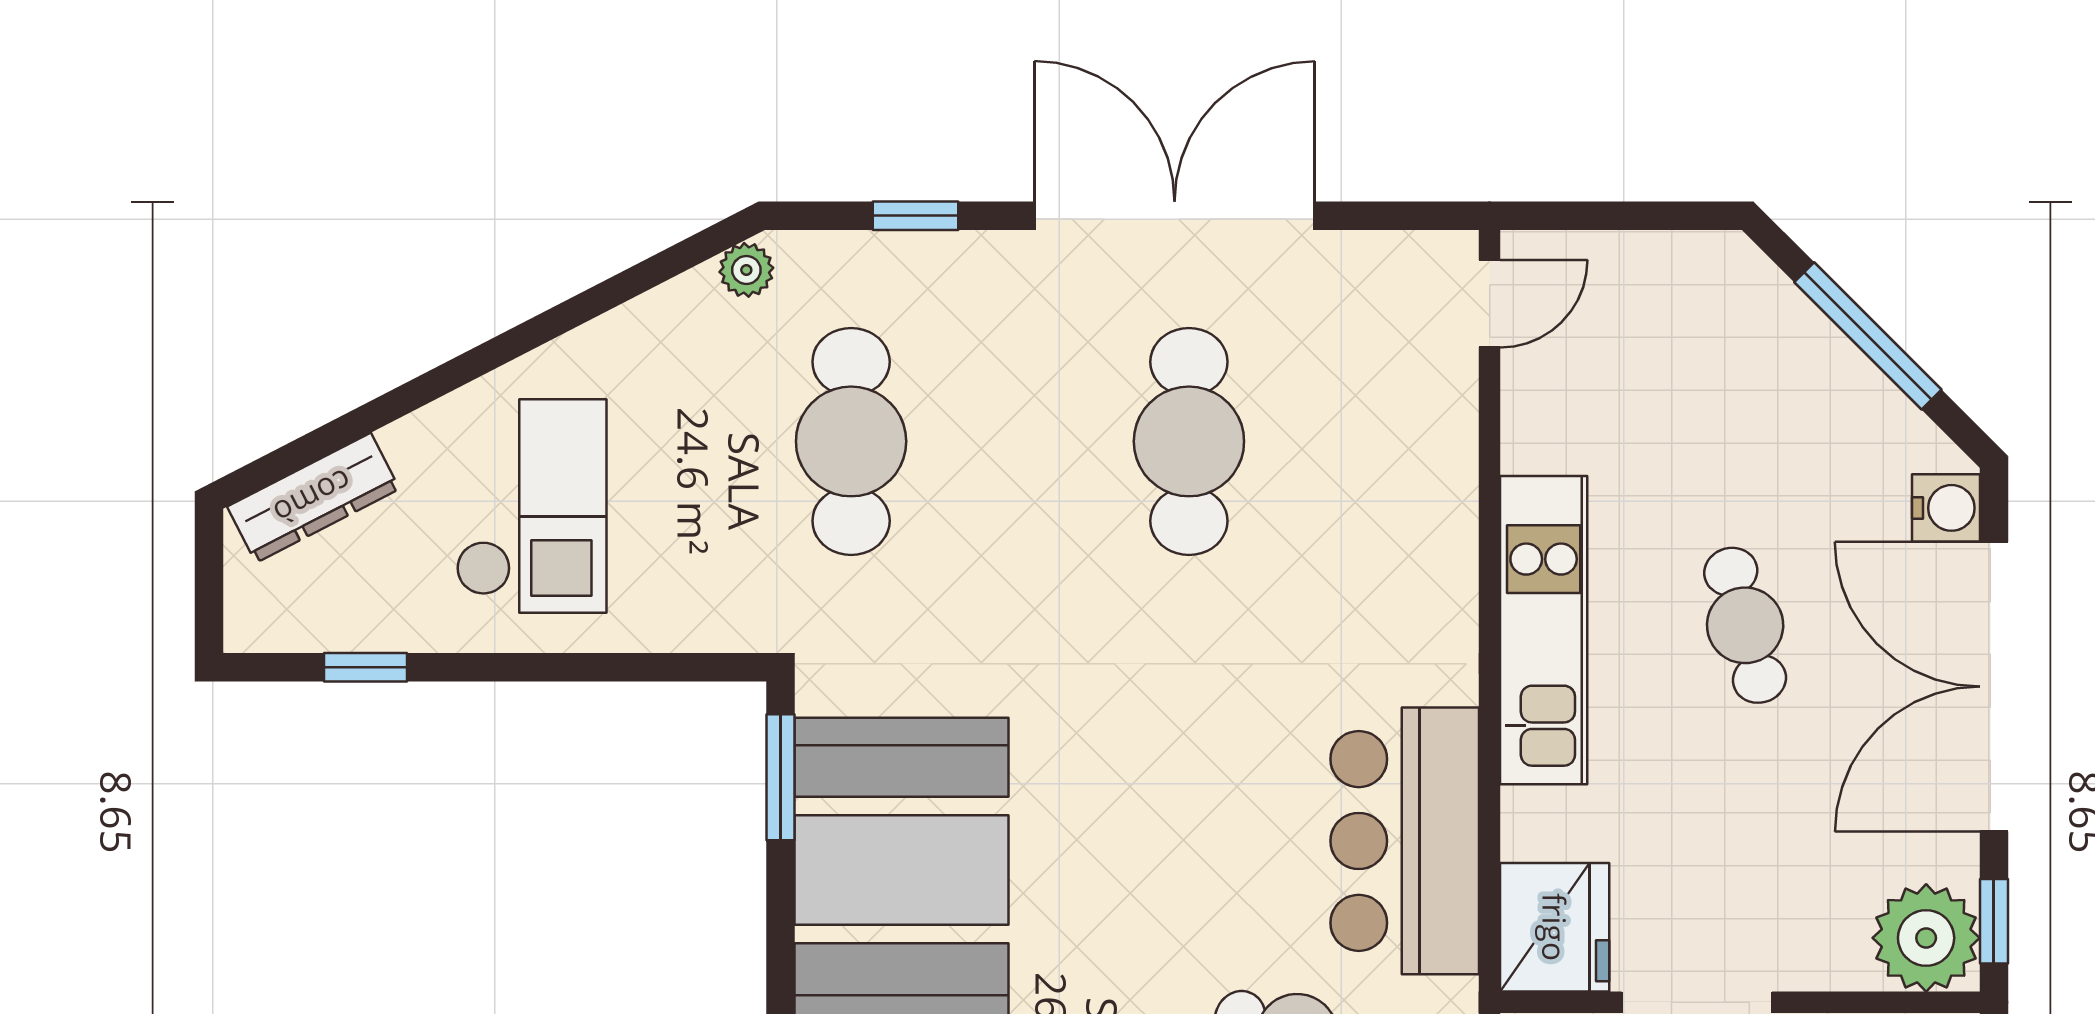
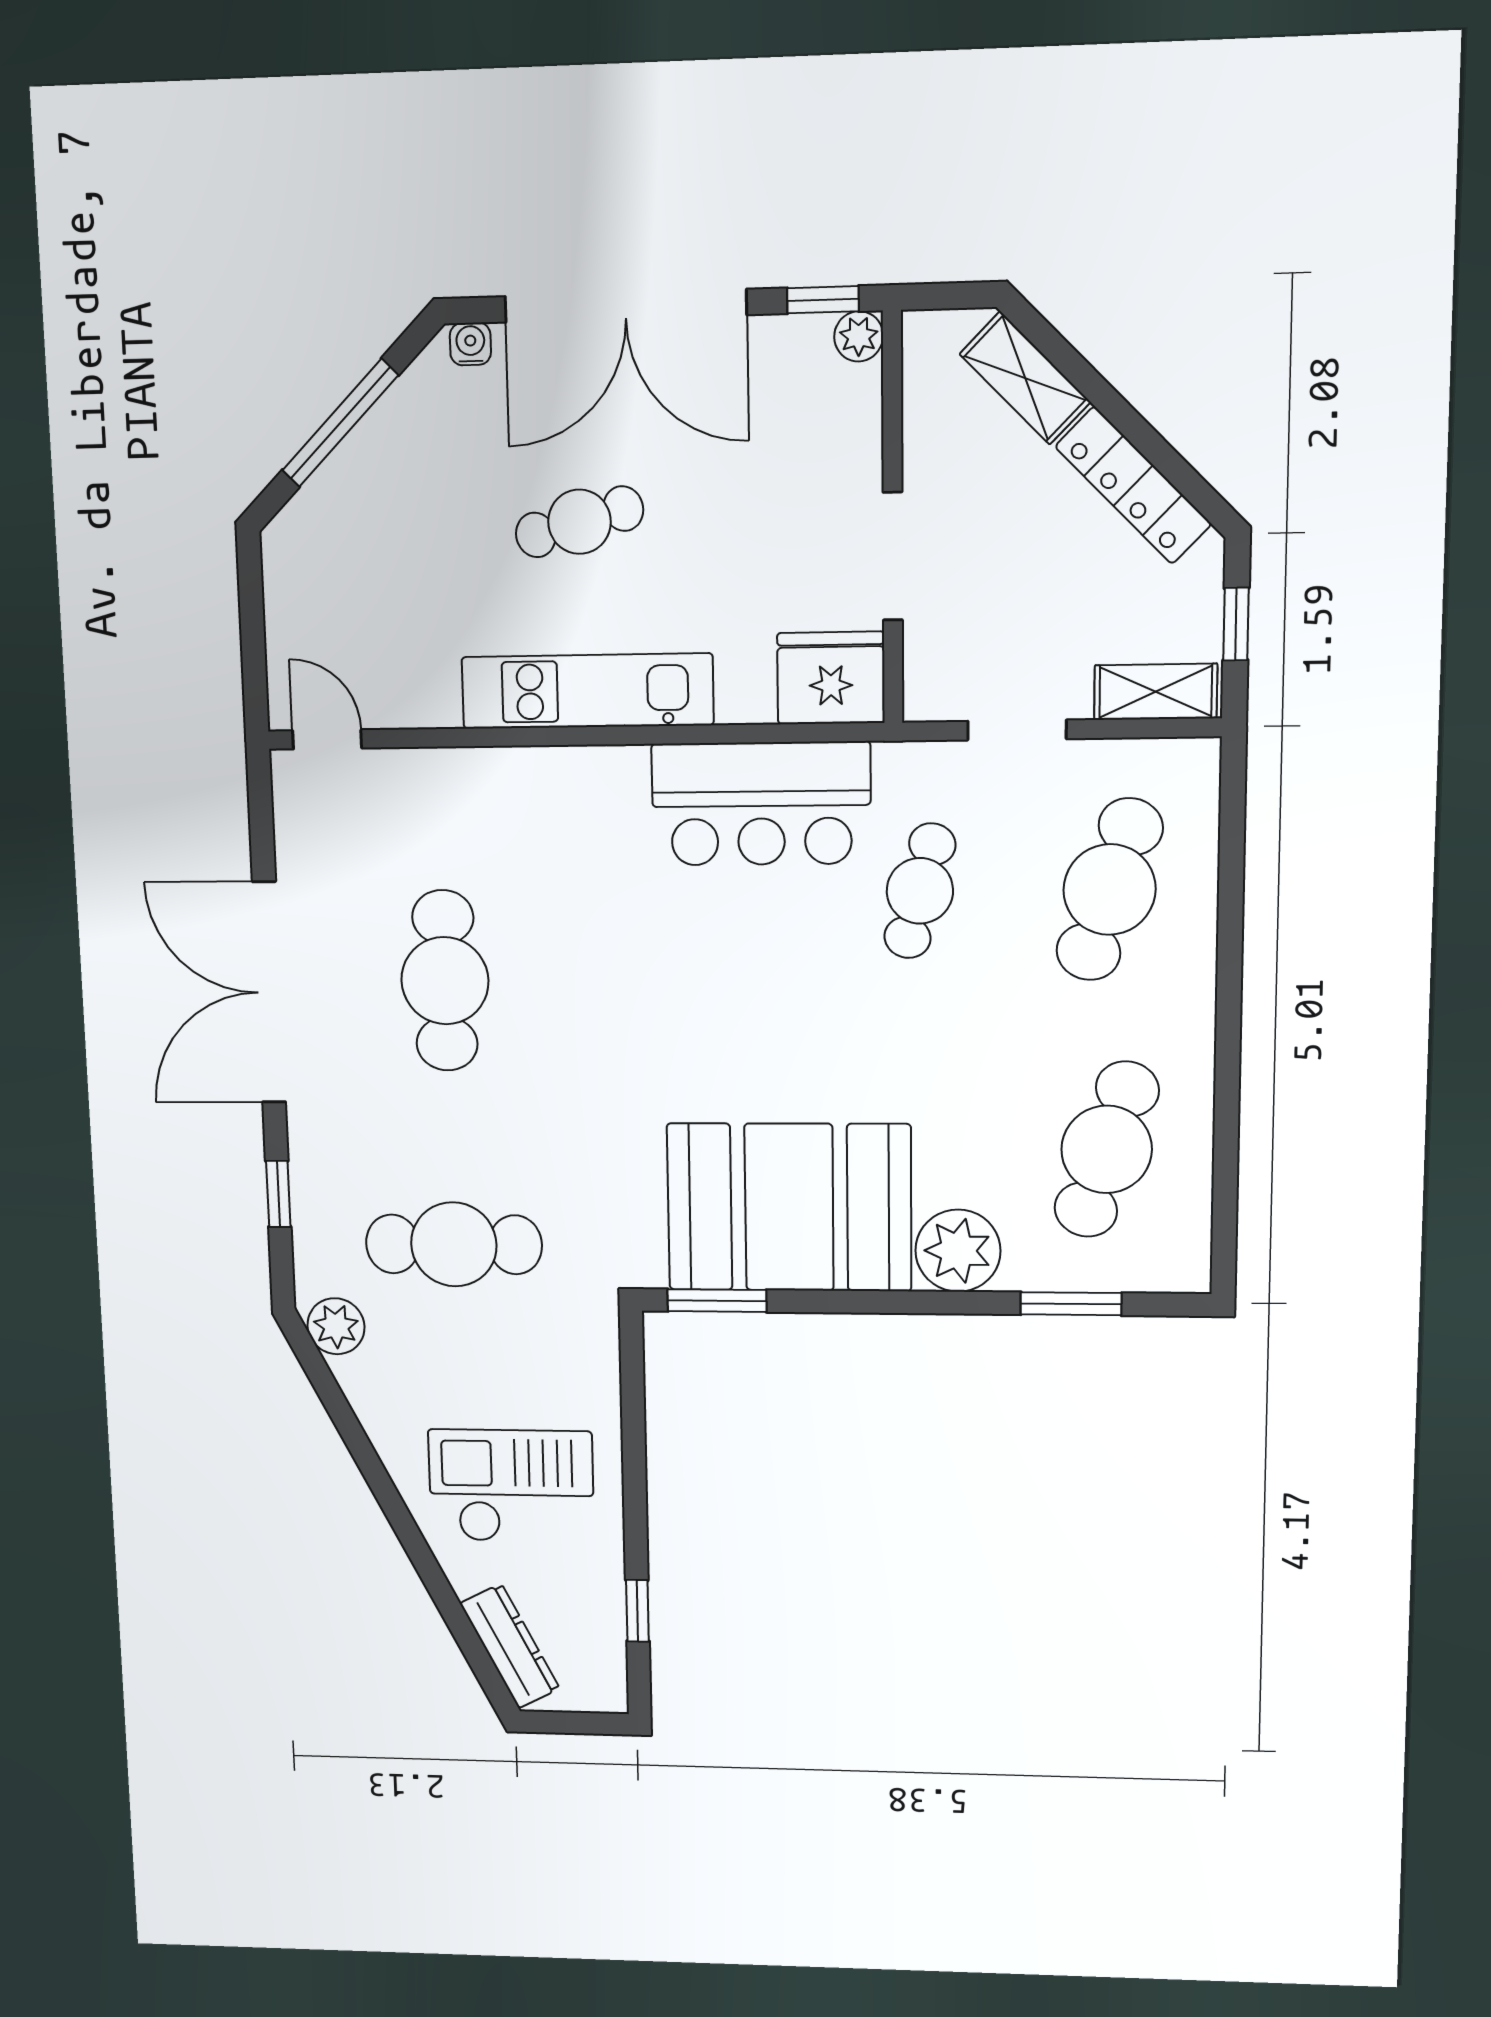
plant: (746, 270) -> (336, 1326), width x1.38, depth x1.38
cafe table: (1189, 441) -> (445, 981), turned 90
water cooler: (1946, 508) -> (470, 344), width x0.72, depth x0.72
plant: (1926, 938) -> (859, 336), width x0.53, depth x0.53

